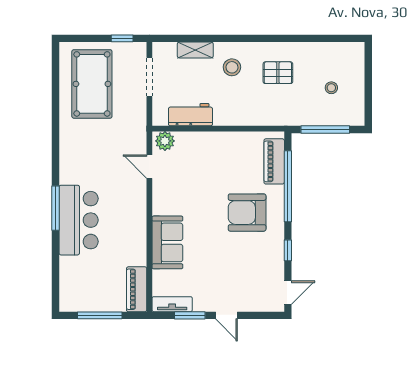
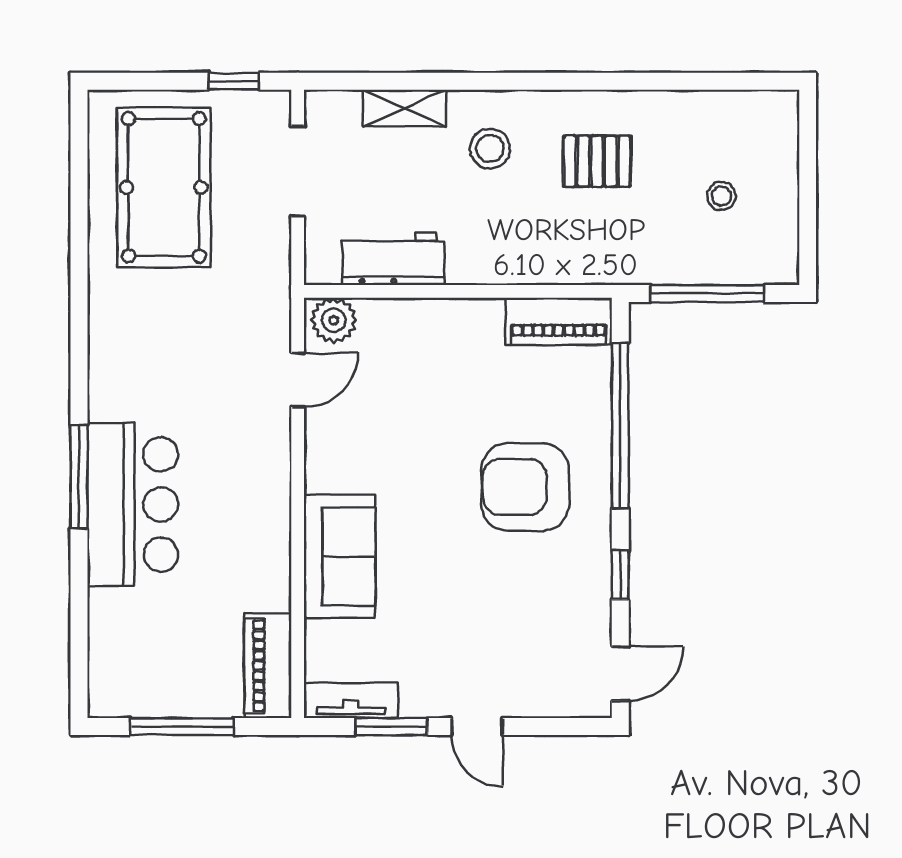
piano: (274, 161) -> (559, 321), moved, turned -90
door: (149, 167) -> (298, 380), swing flipped

